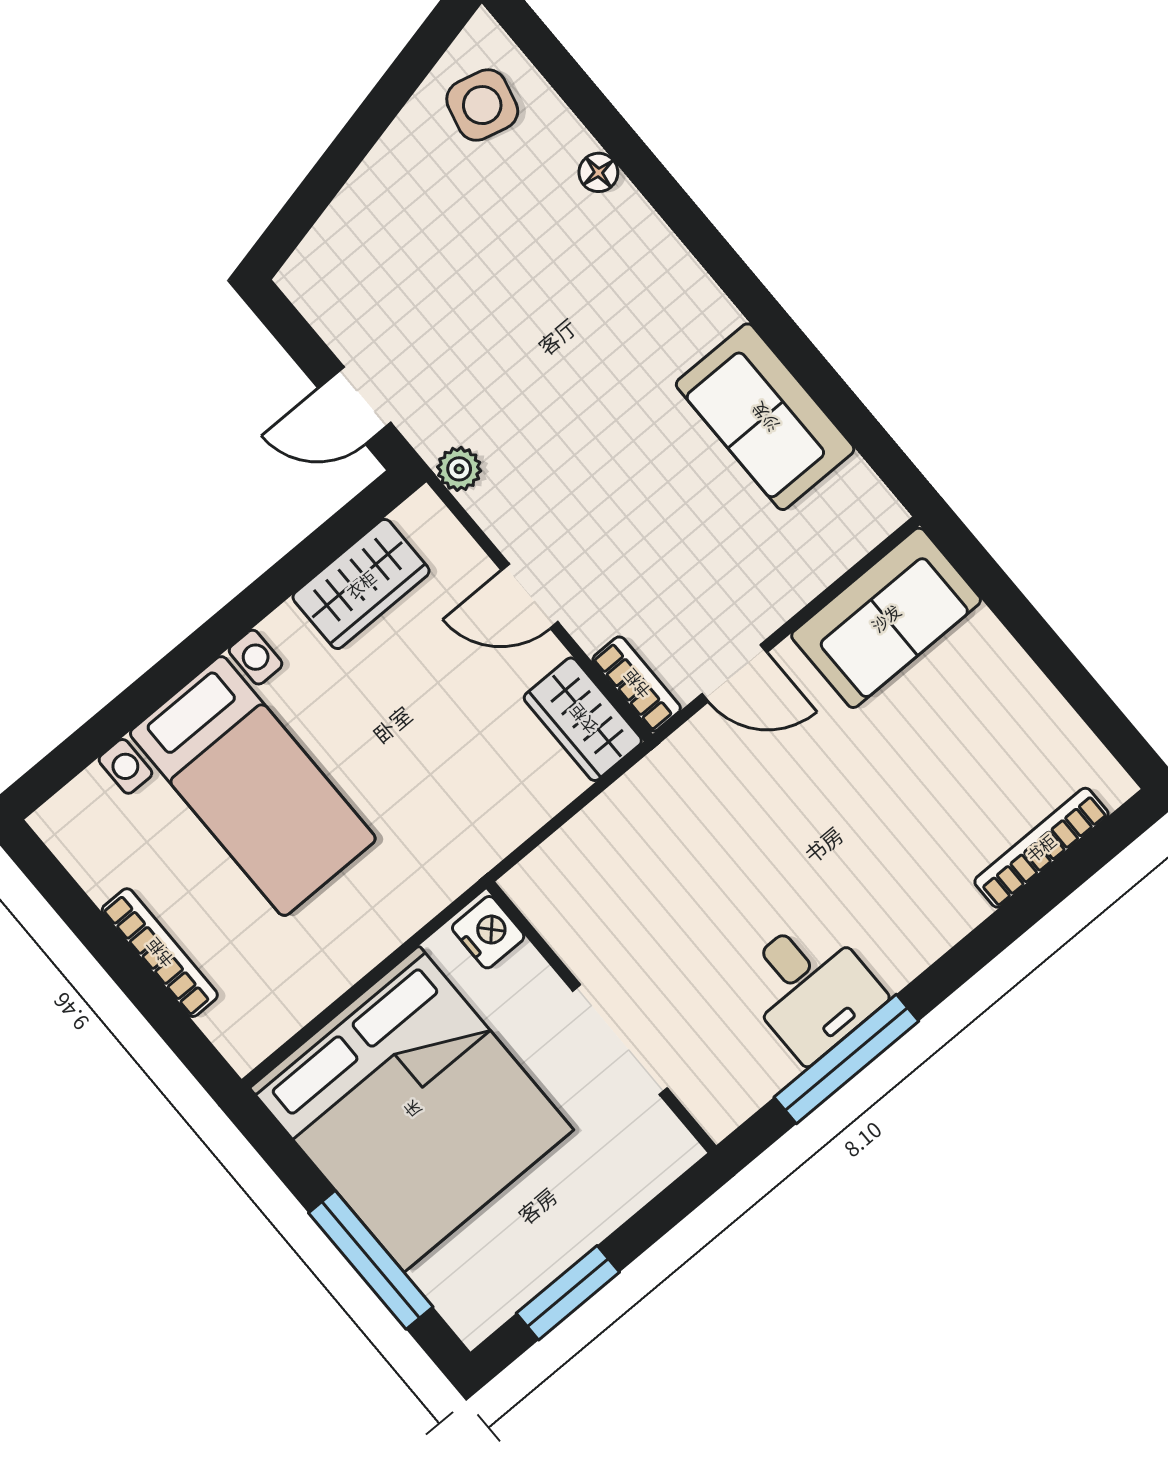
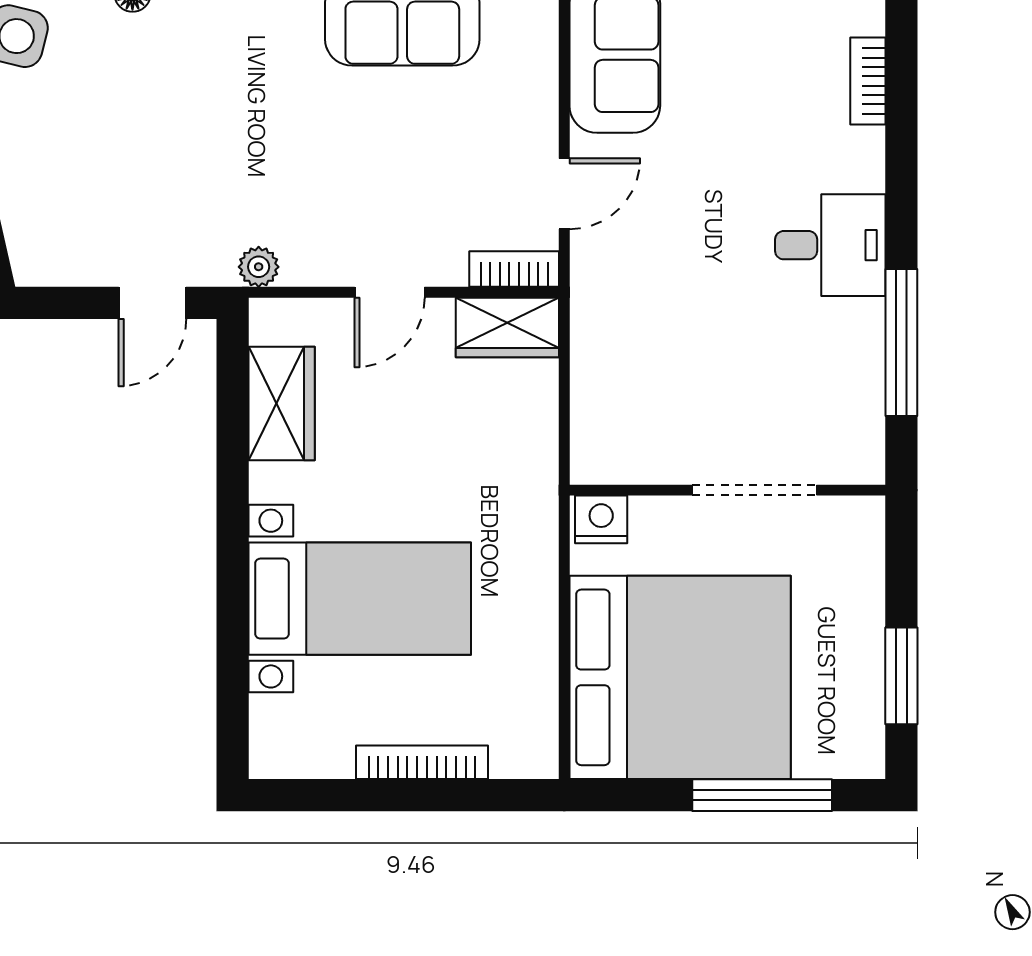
bookcase: (1041, 848) -> (868, 81), width x0.64
desk: (811, 988) -> (830, 245), moved

